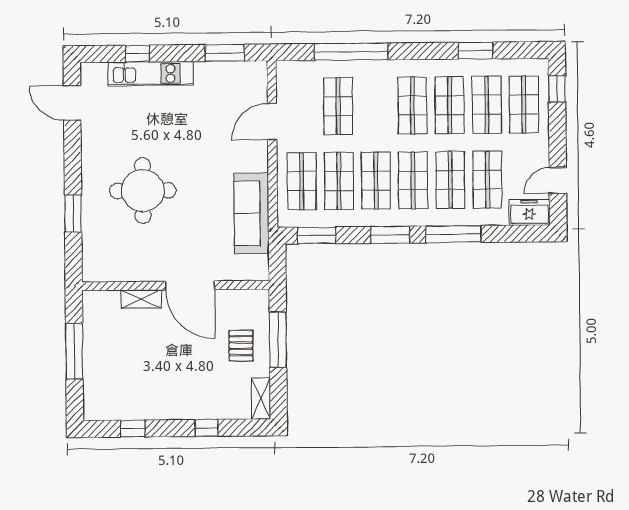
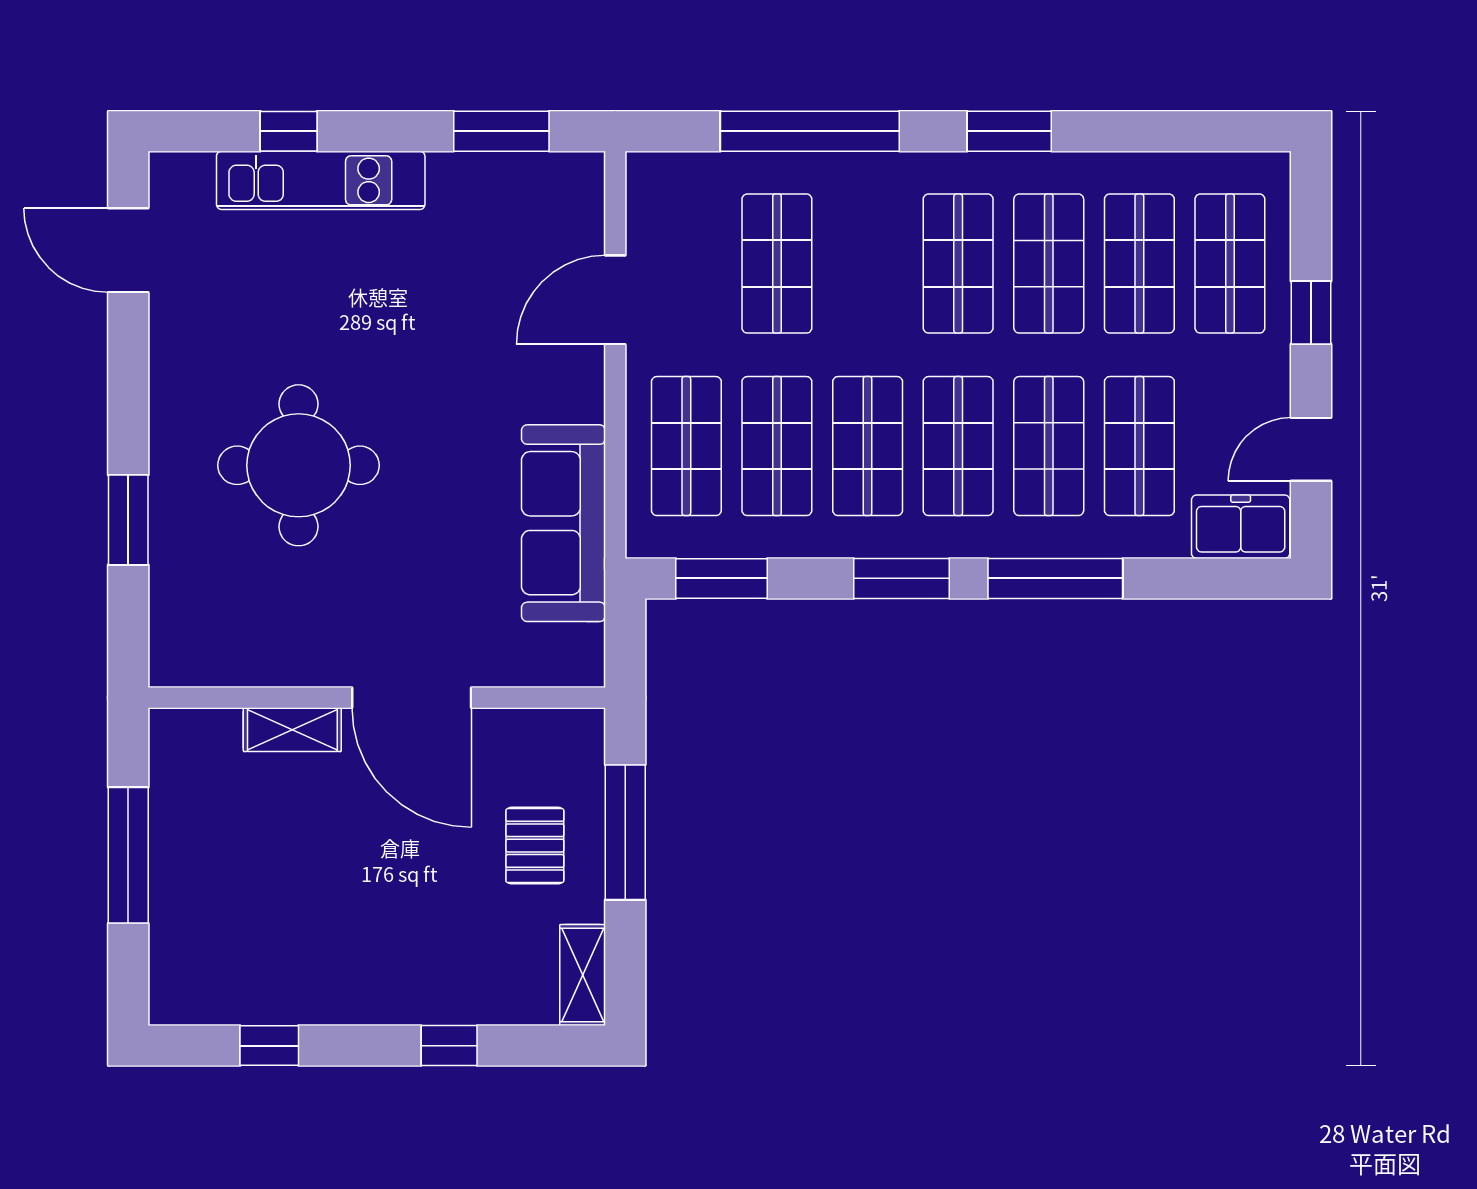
window: (475, 51) -> (1009, 131), moved
window: (557, 89) -> (1311, 313), moved

